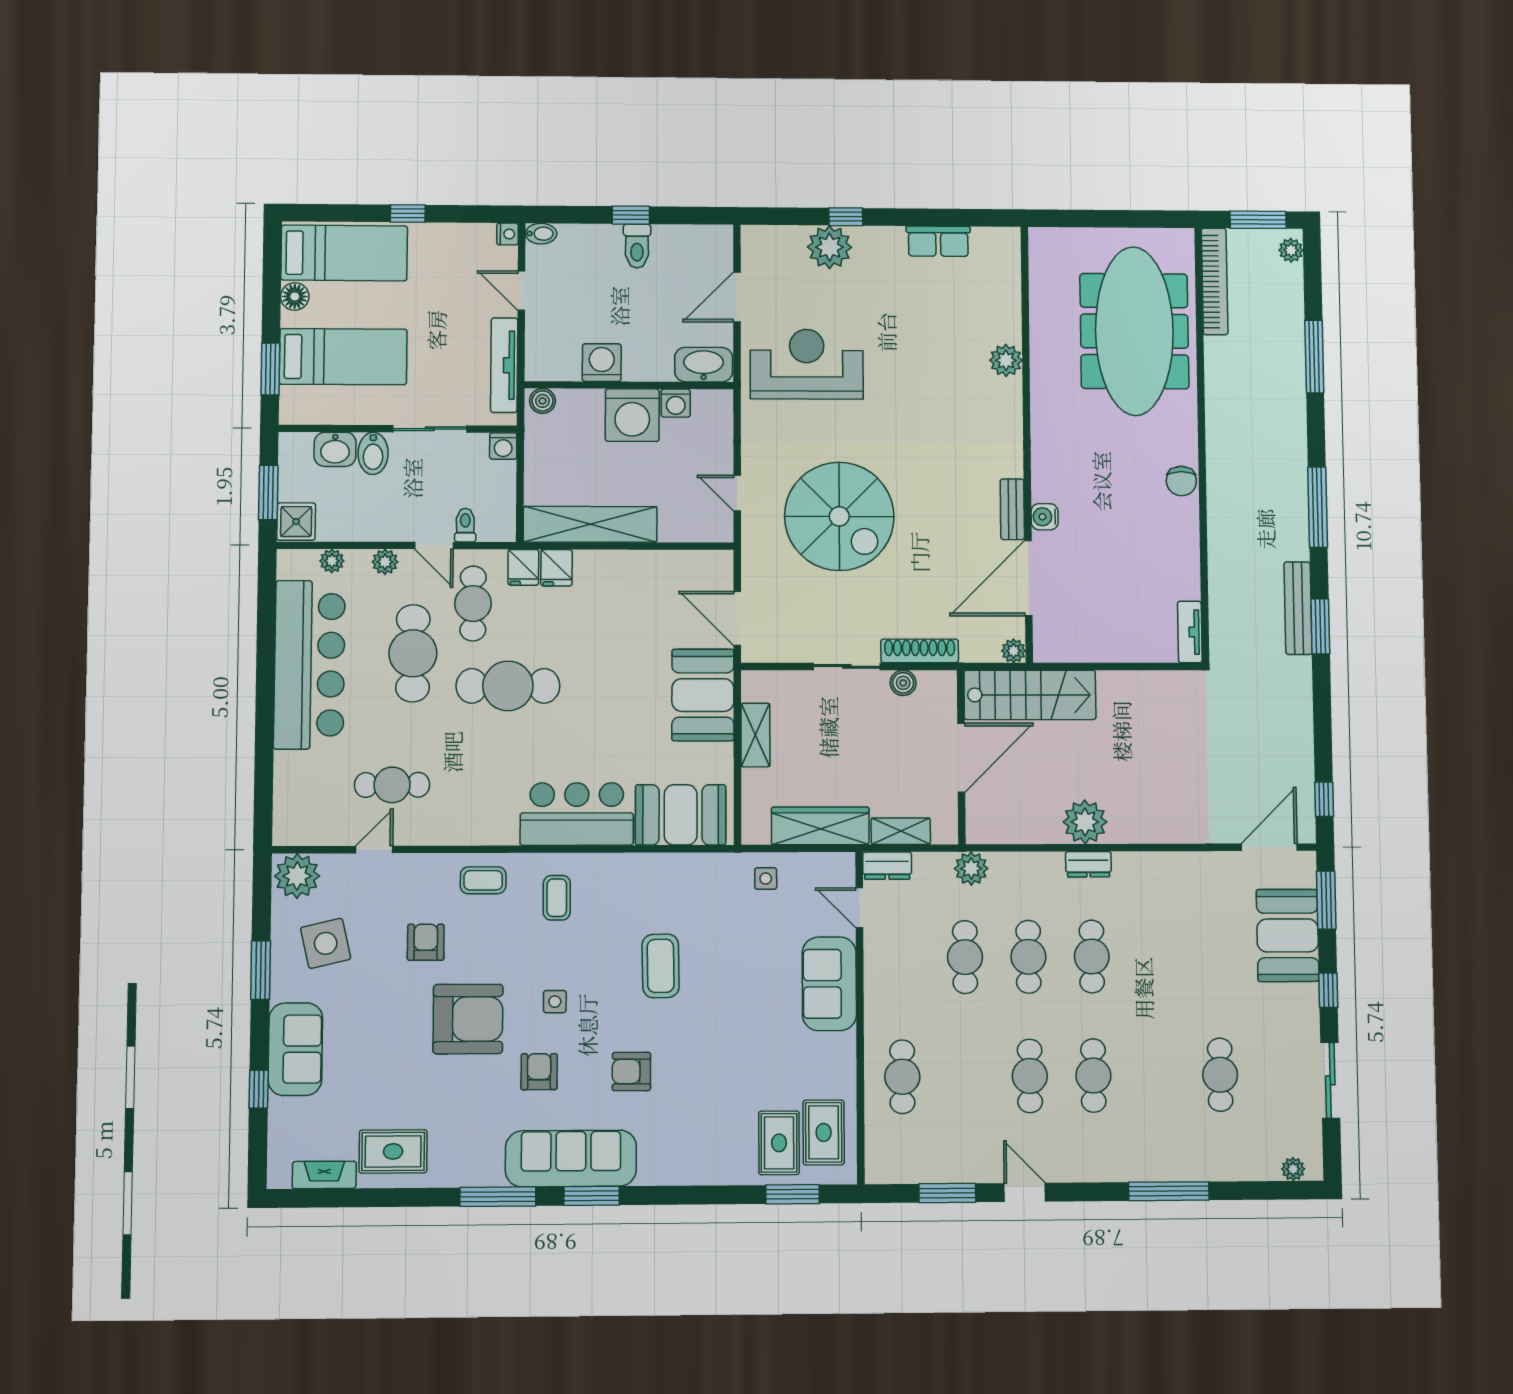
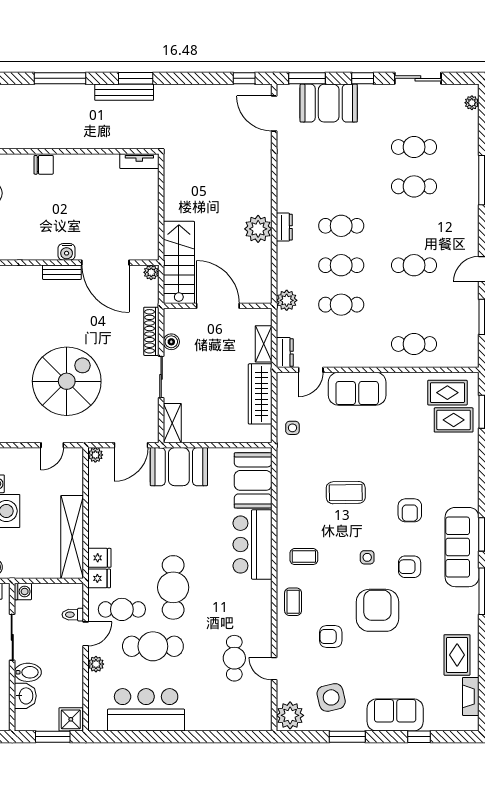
plant: (332, 561) -> (95, 455), moved
bar counter: (309, 665) -> (146, 710), width x0.73
shelving: (755, 735) -> (172, 423), moved, turned 90
cafe table: (1093, 1076) -> (414, 186), moved

